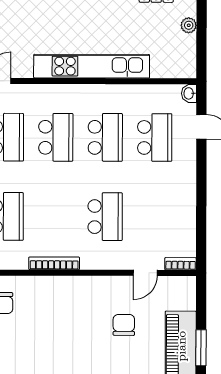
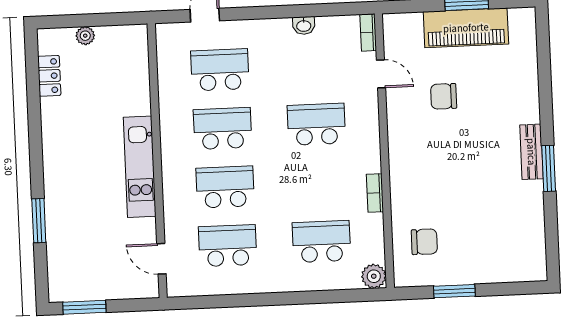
kitchen unit: (92, 66) -> (140, 167), width x0.73
washbasin: (189, 93) -> (304, 26), moved
bookcase: (54, 263) -> (375, 193), width x0.64

